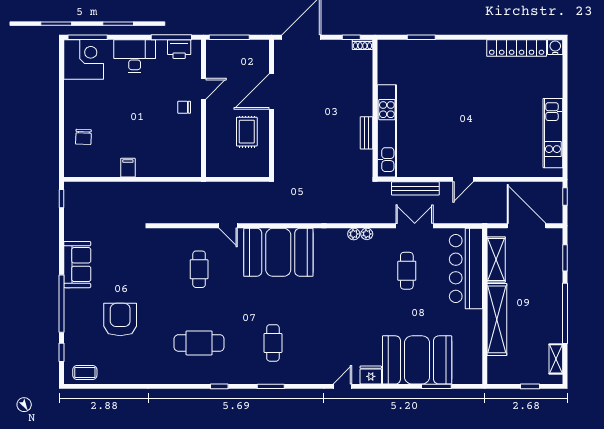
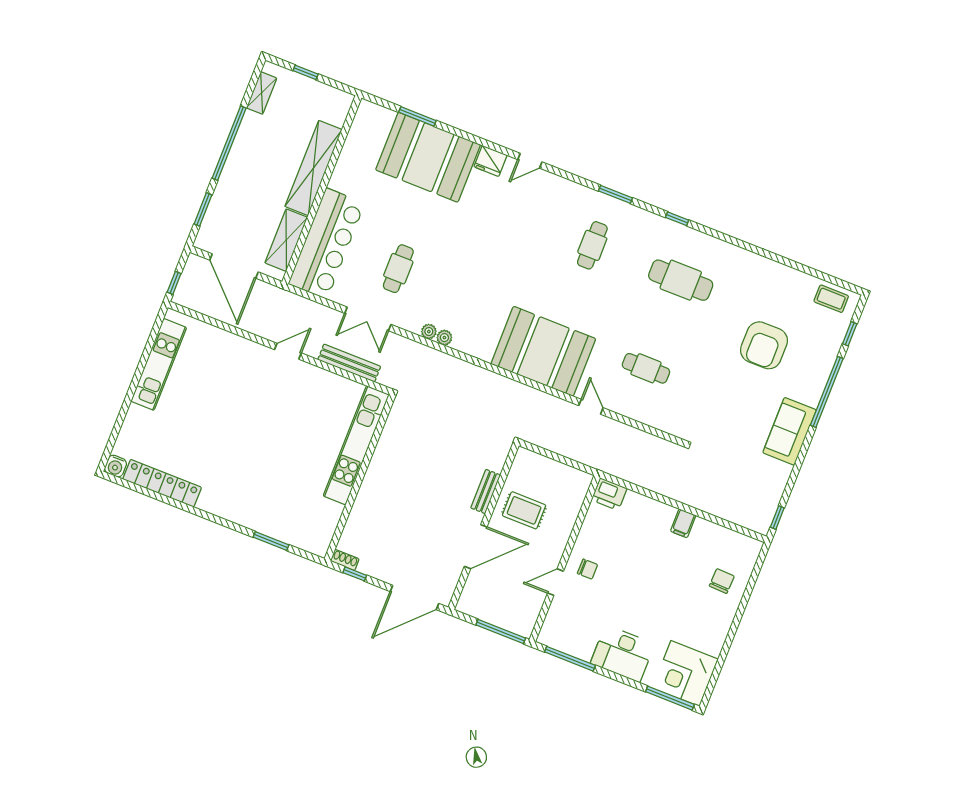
printer: (179, 49) -> (609, 494), moved, turned 180
rug: (247, 132) -> (524, 510), turned 90
bench: (367, 133) -> (486, 491), moved
cafe table: (199, 269) -> (646, 368), turned 90

